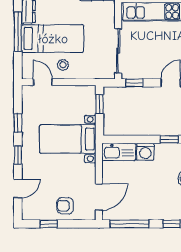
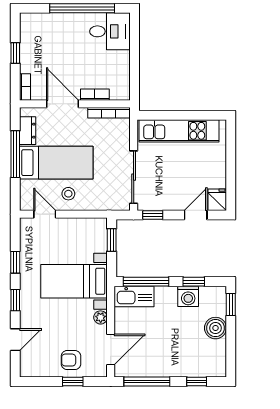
window: (129, 139) -> (146, 282), added
washing machine: (145, 152) -> (188, 296), moved
plant: (90, 170) -> (101, 317), added
window: (49, 224) -> (73, 381), moved

